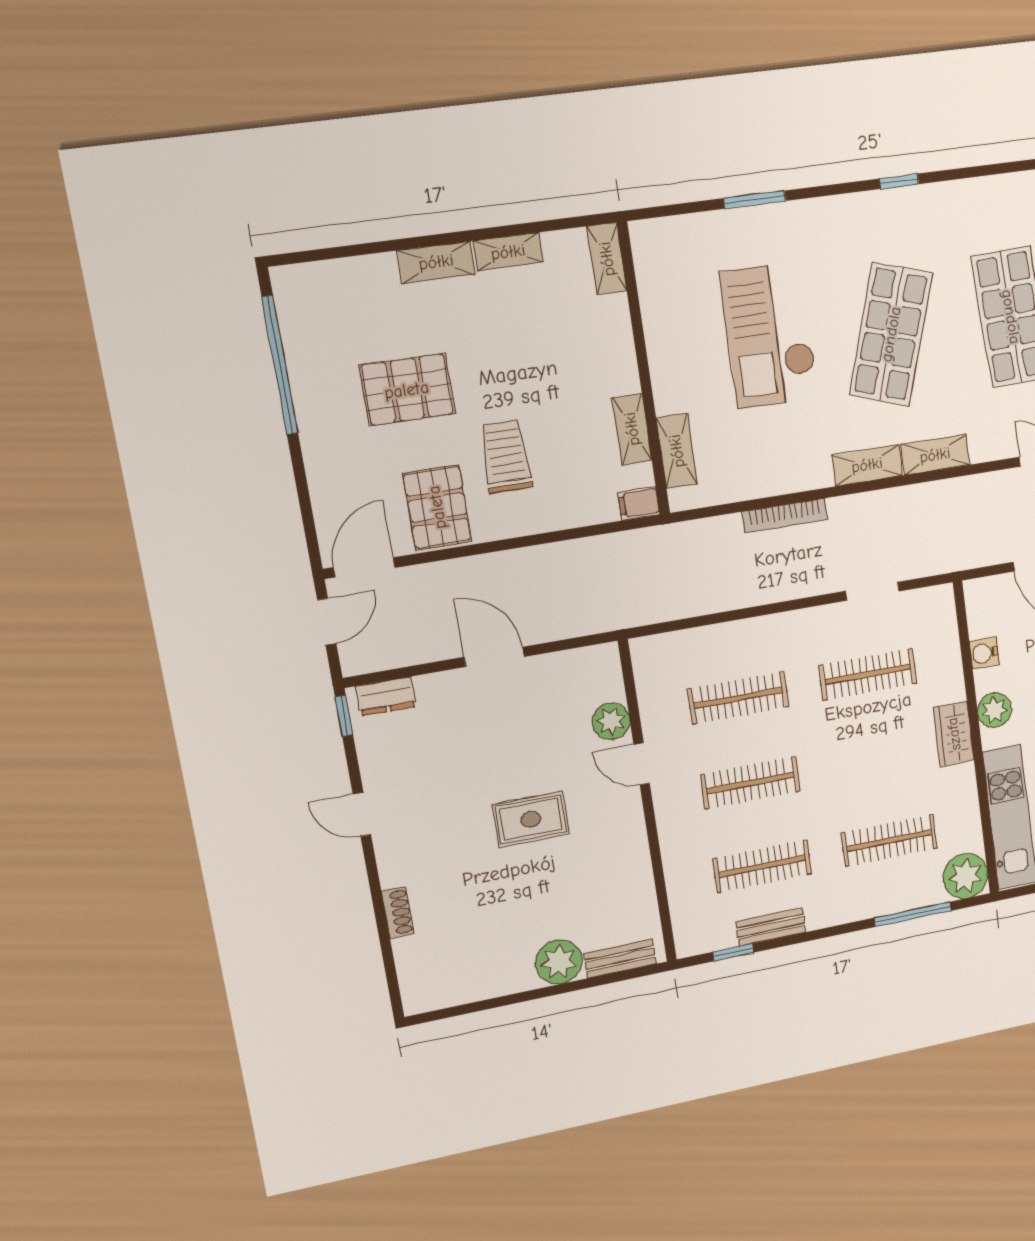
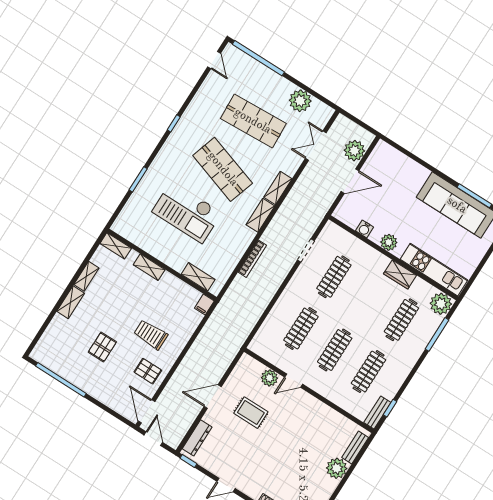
pallet: (407, 390) -> (102, 347), width x0.67, depth x0.71
shelving: (632, 429) -> (149, 267), moved
pallet: (437, 507) -> (148, 371), width x0.67, depth x0.71
dresser: (386, 696) -> (197, 438), width x1.44
wardrobe: (954, 734) -> (400, 275), moved
rug: (531, 819) -> (251, 413), moved, turned 90
bench: (771, 927) -> (377, 412), moved

